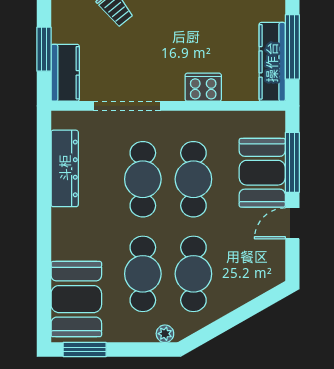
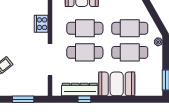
kitchen counter: (65, 73) -> (34, 89), removed
window: (44, 178) -> (84, 99), added
booth: (76, 299) -> (117, 84), moved

